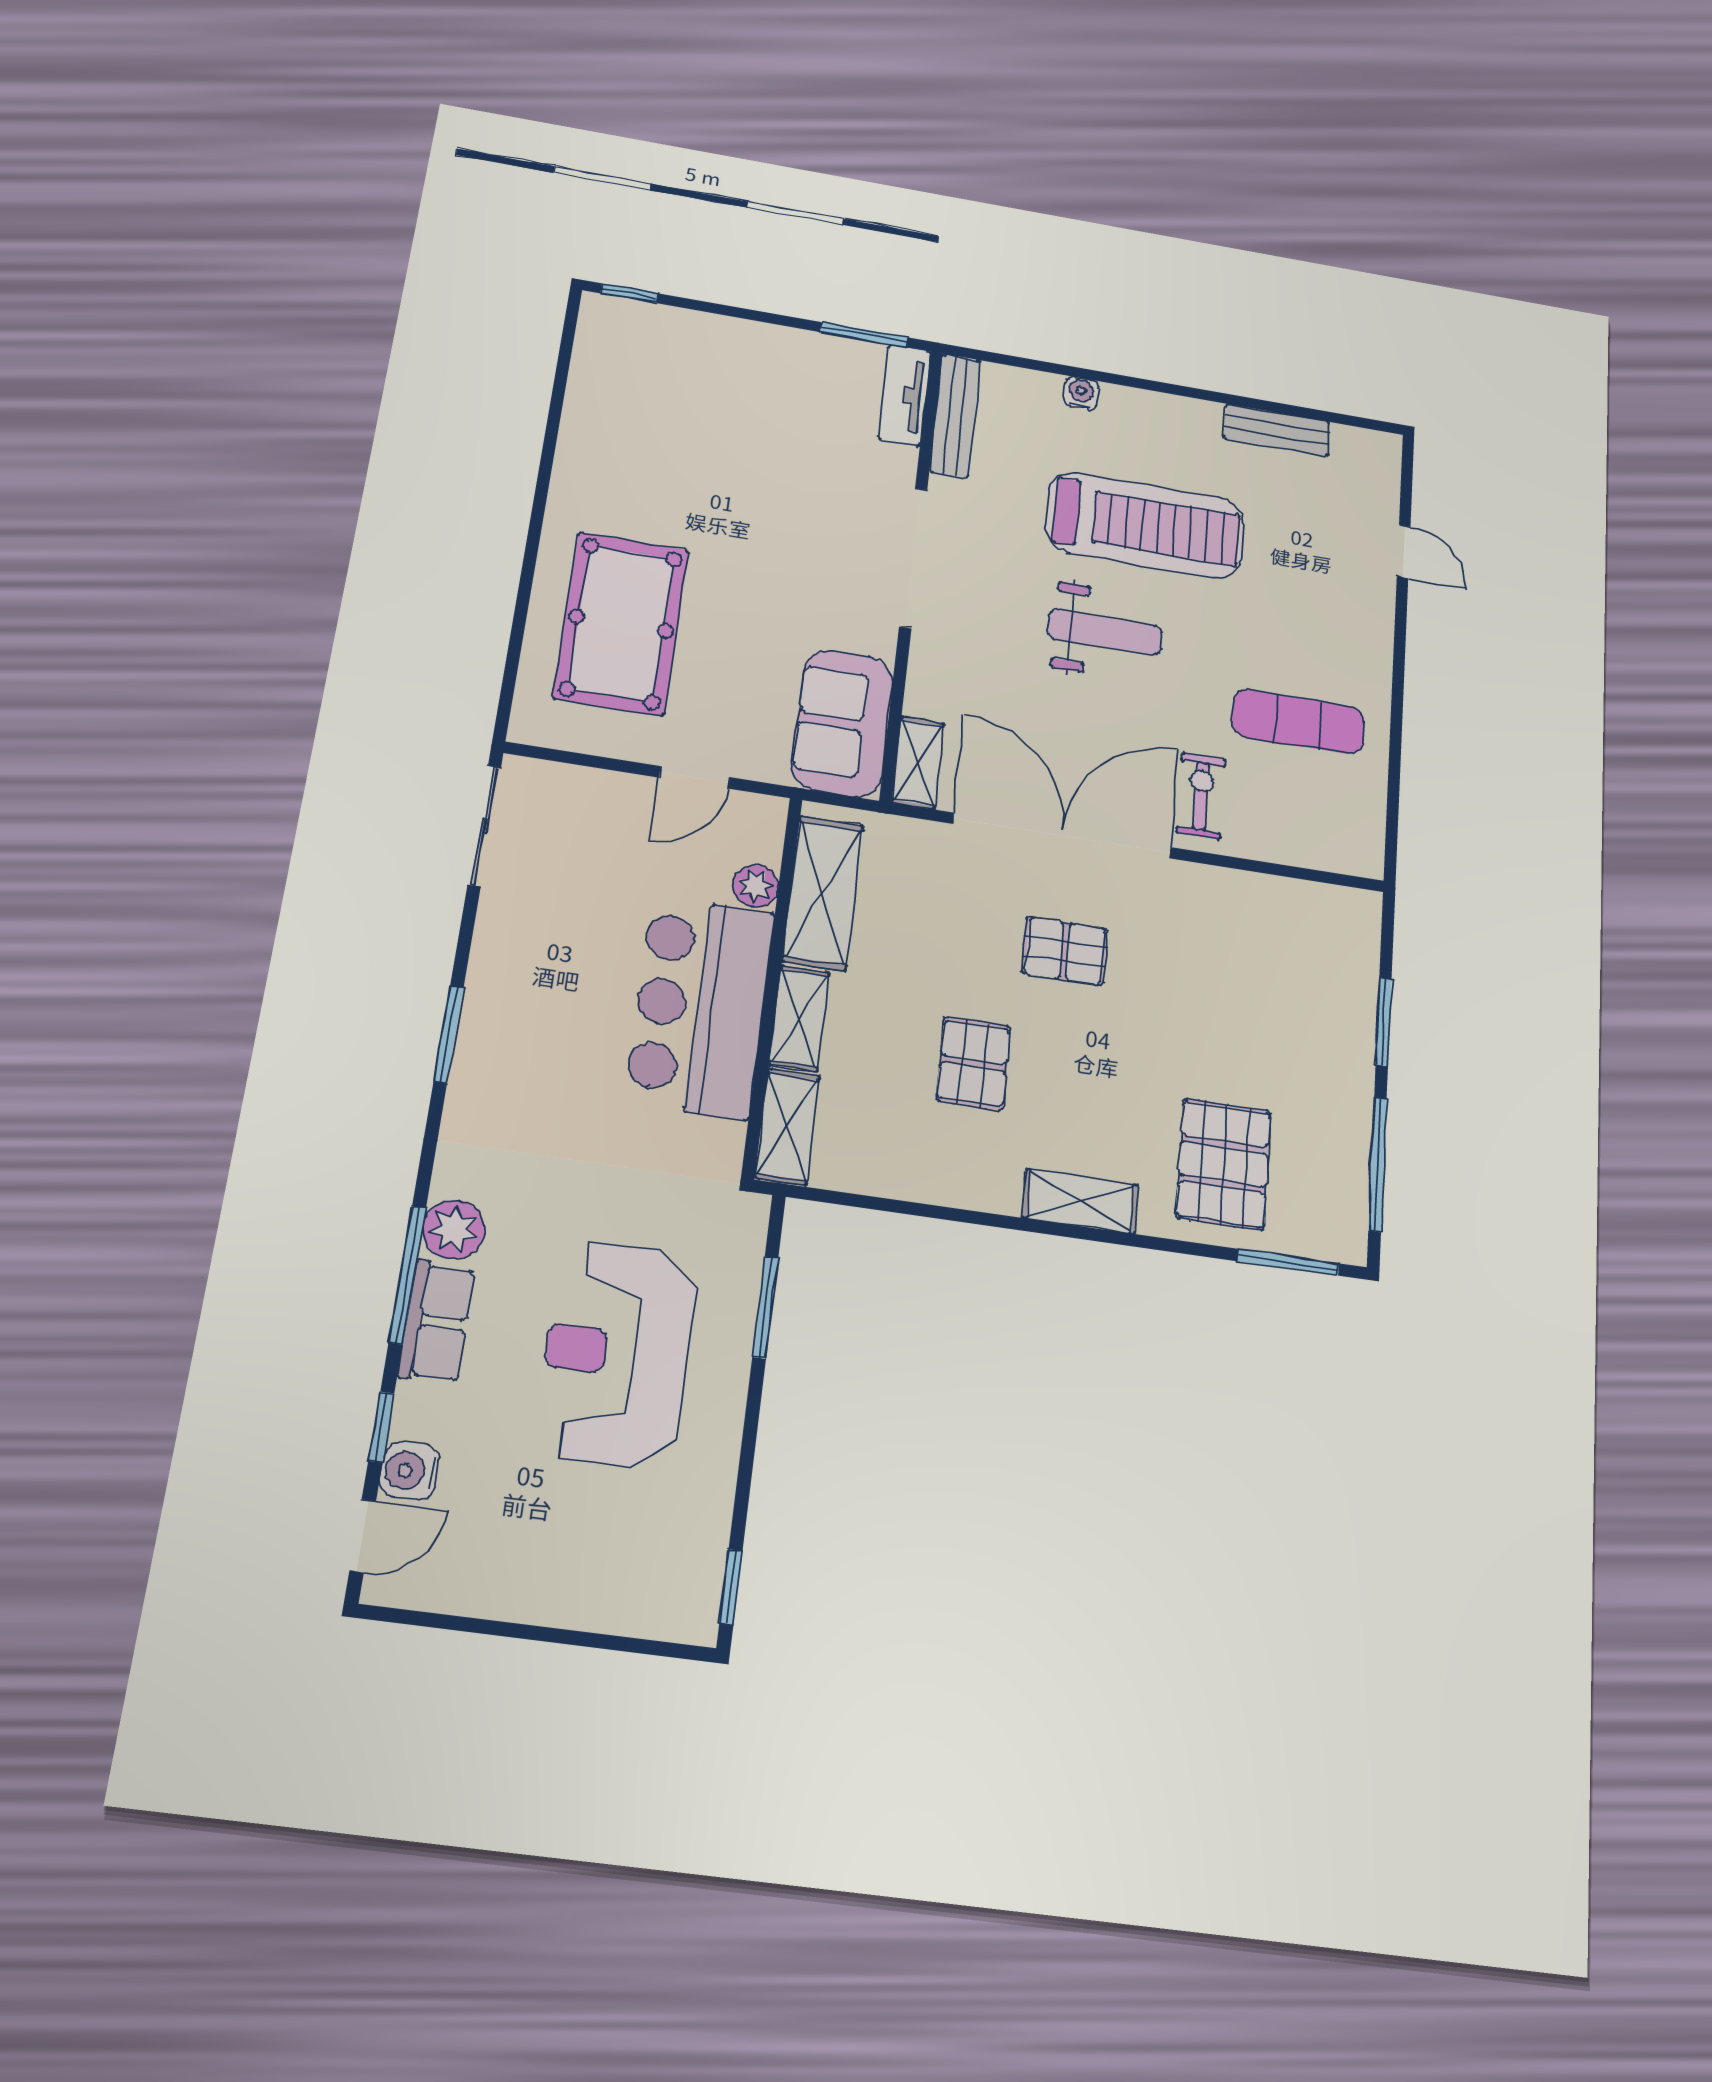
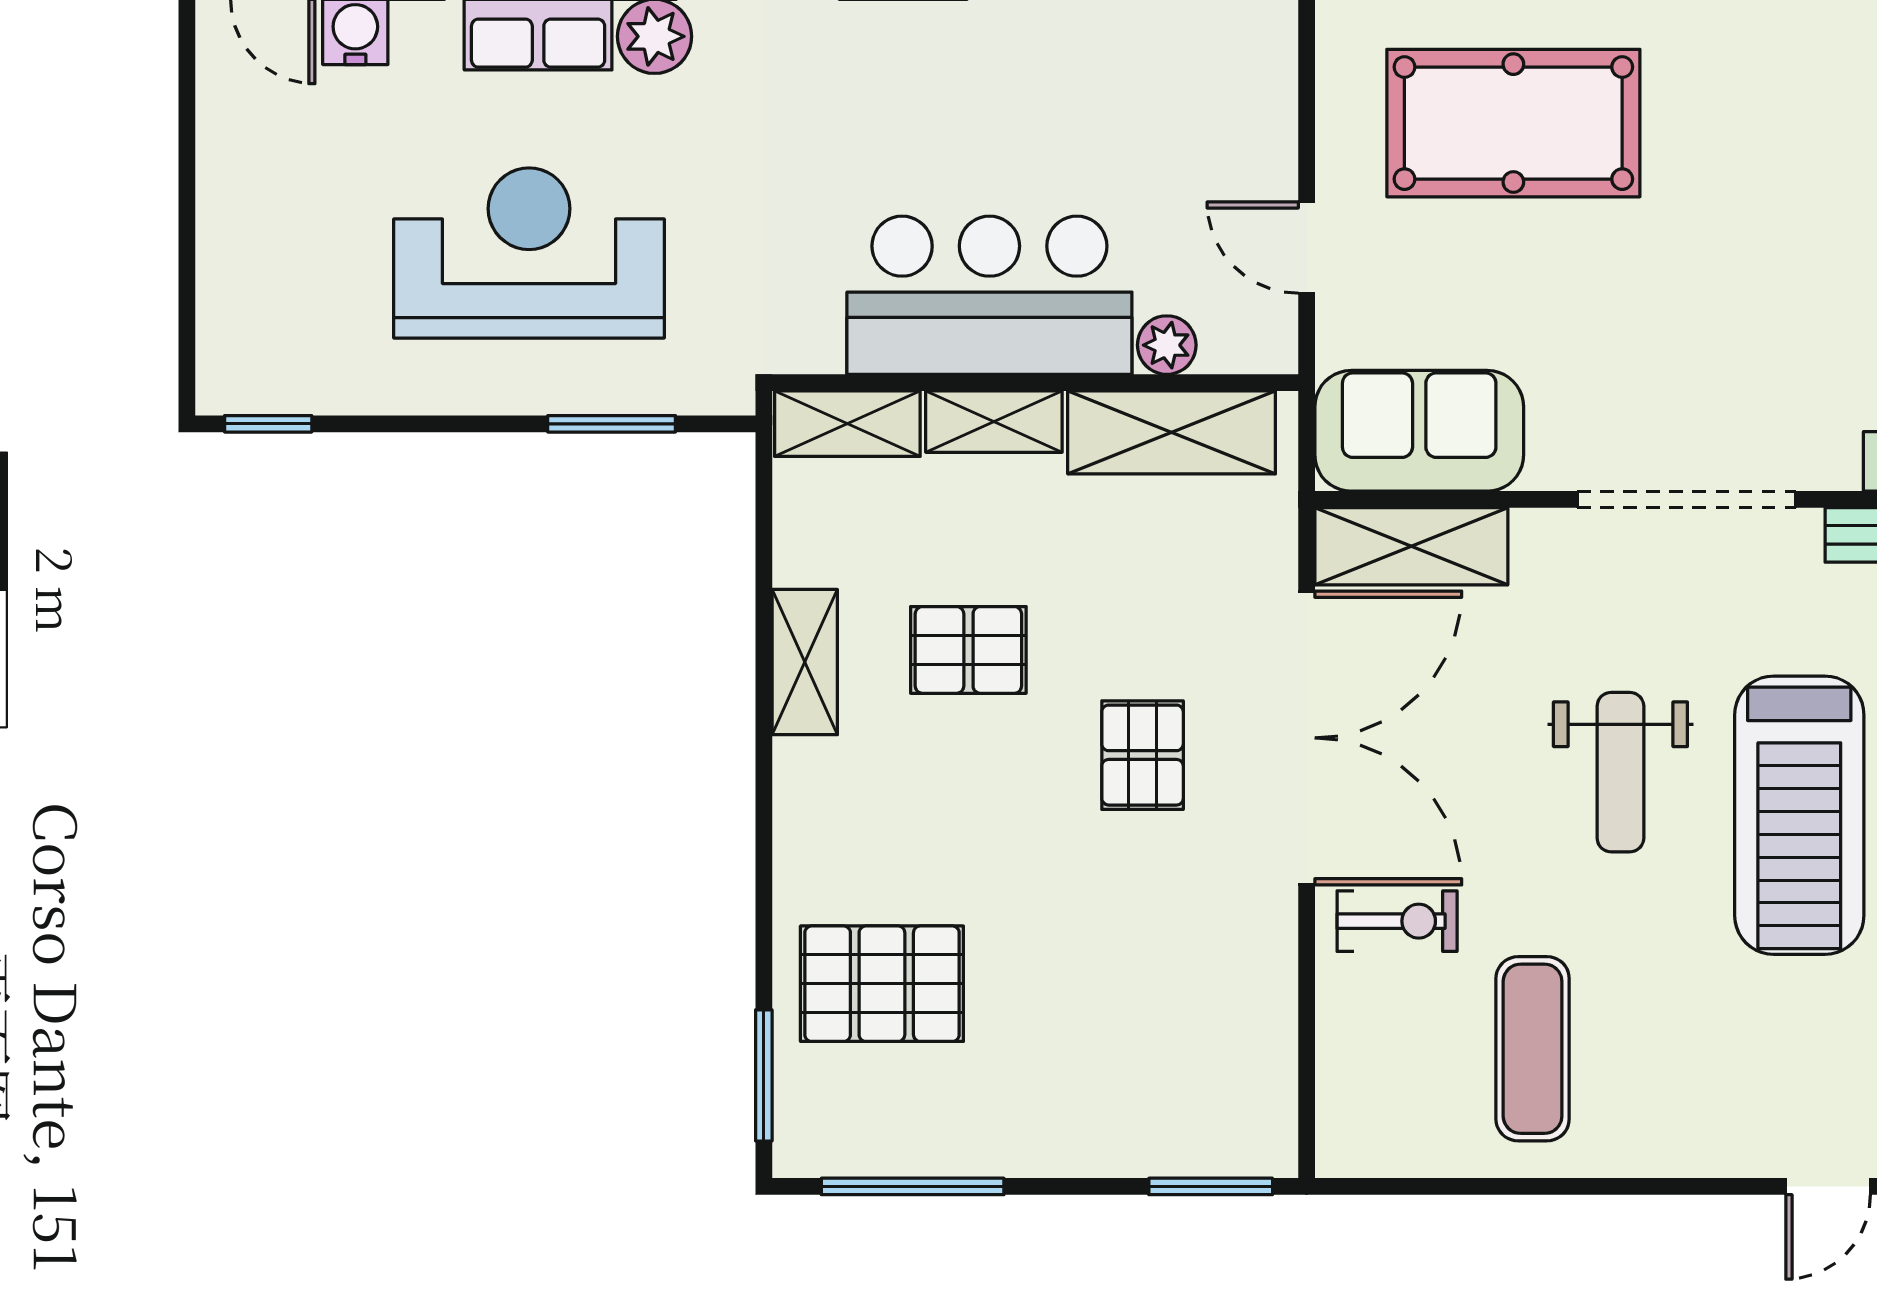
shelving: (918, 763) -> (1411, 546), width x1.50, depth x1.33
window: (1384, 1022) -> (1211, 1186), moved
shelving: (1080, 1201) -> (805, 662), moved

